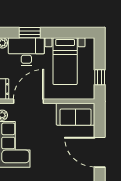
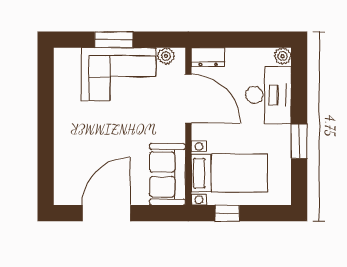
window: (30, 33) -> (299, 141), moved
bed with nightstands: (65, 61) -> (229, 173), moved, turned 180

